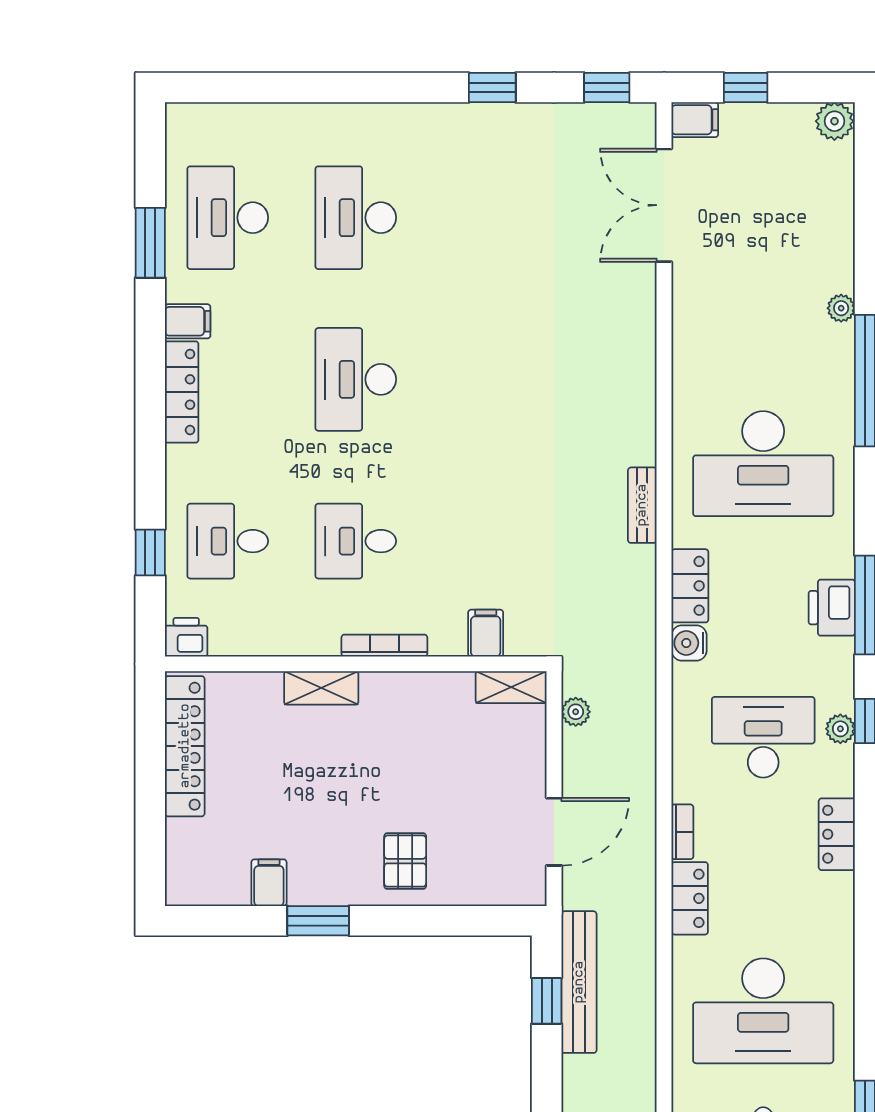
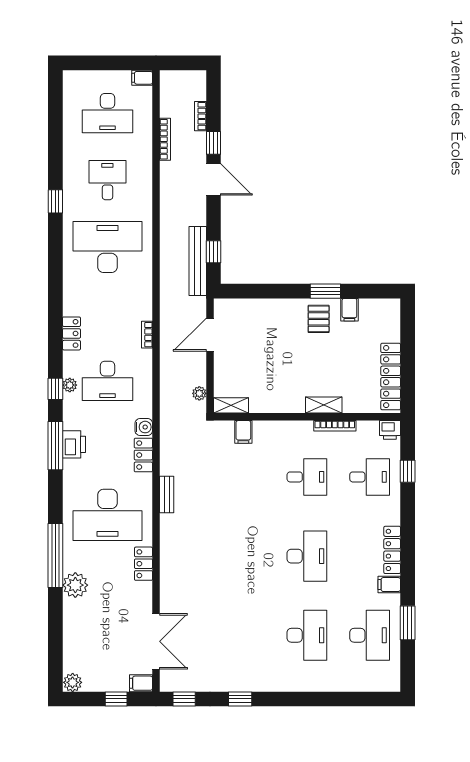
plant: (841, 308) -> (75, 585), width x1.88, depth x1.88
desk: (763, 464) -> (107, 515), turned 180
bookcase: (384, 646) -> (335, 426), moved
pallet: (405, 861) -> (319, 319), moved
locker: (690, 898) -> (143, 564), moved

